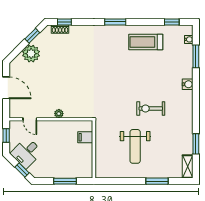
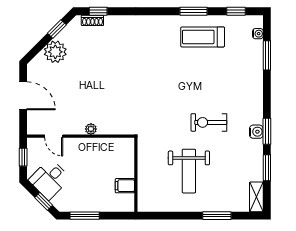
window: (115, 22) -> (194, 11), moved
water cooler: (188, 84) -> (256, 132), moved
window: (196, 115) -> (267, 131), added
filing cabinet: (85, 137) -> (125, 186), moved
window: (65, 181) -> (85, 216), moved

